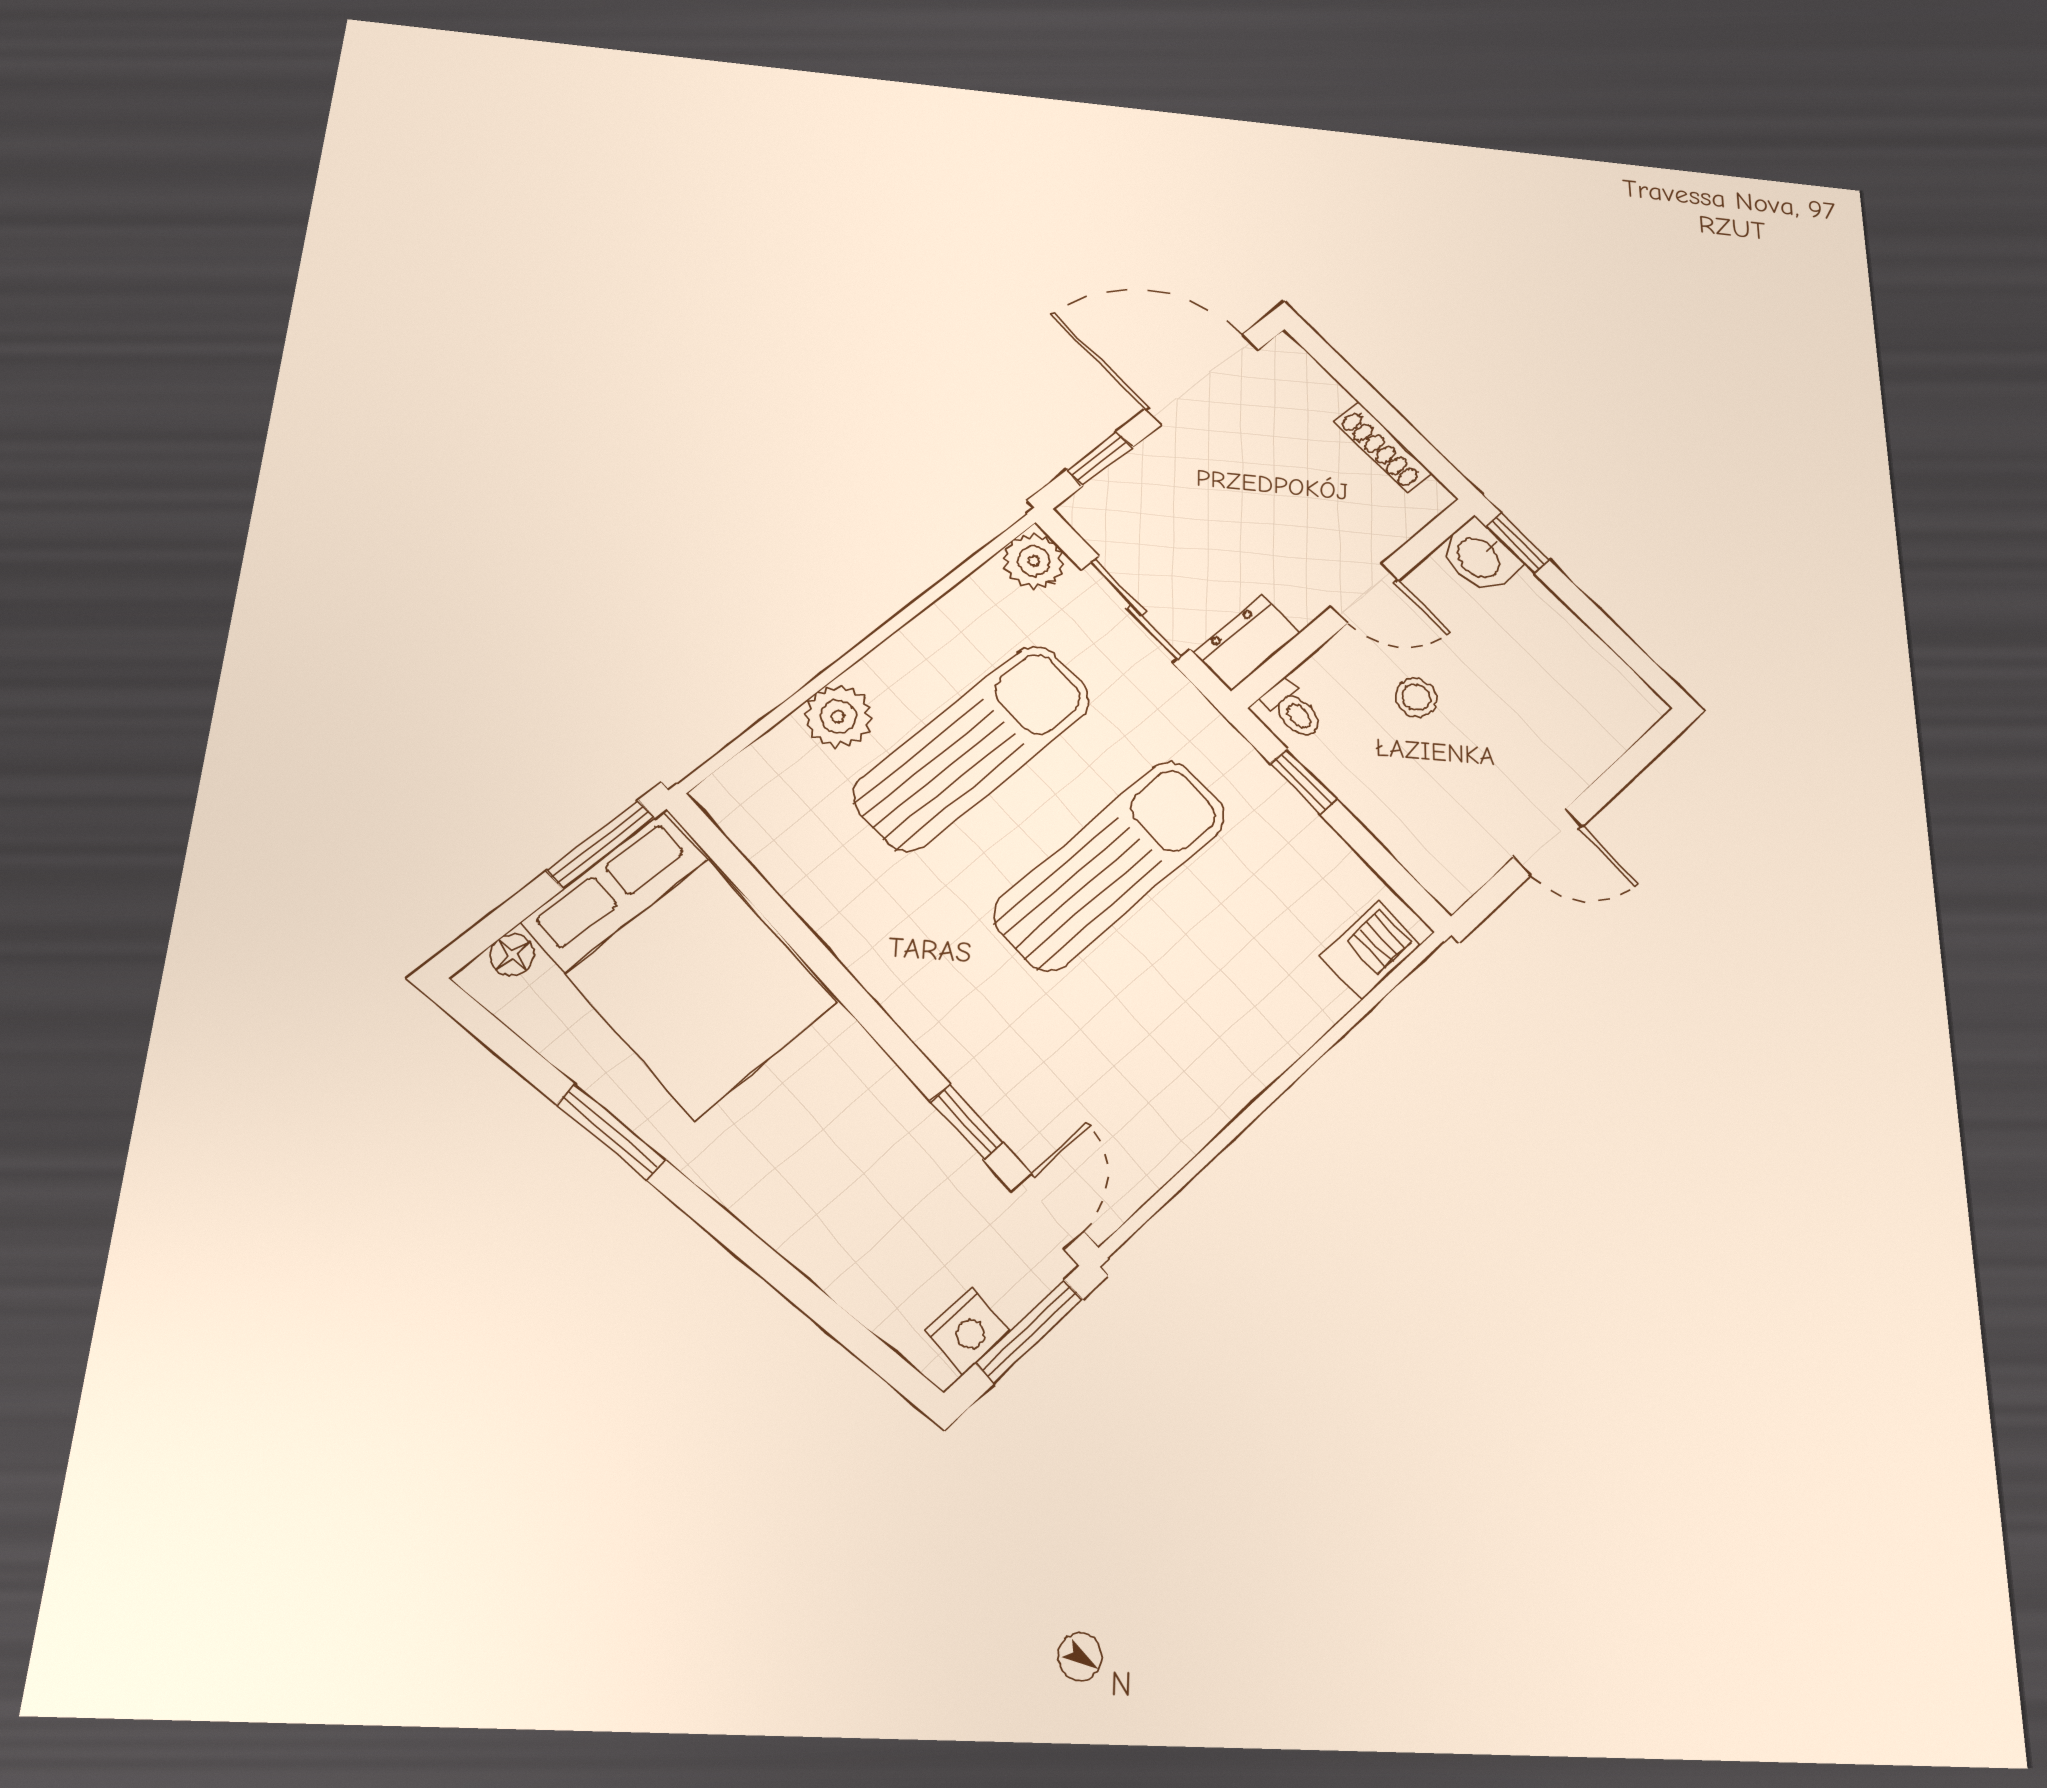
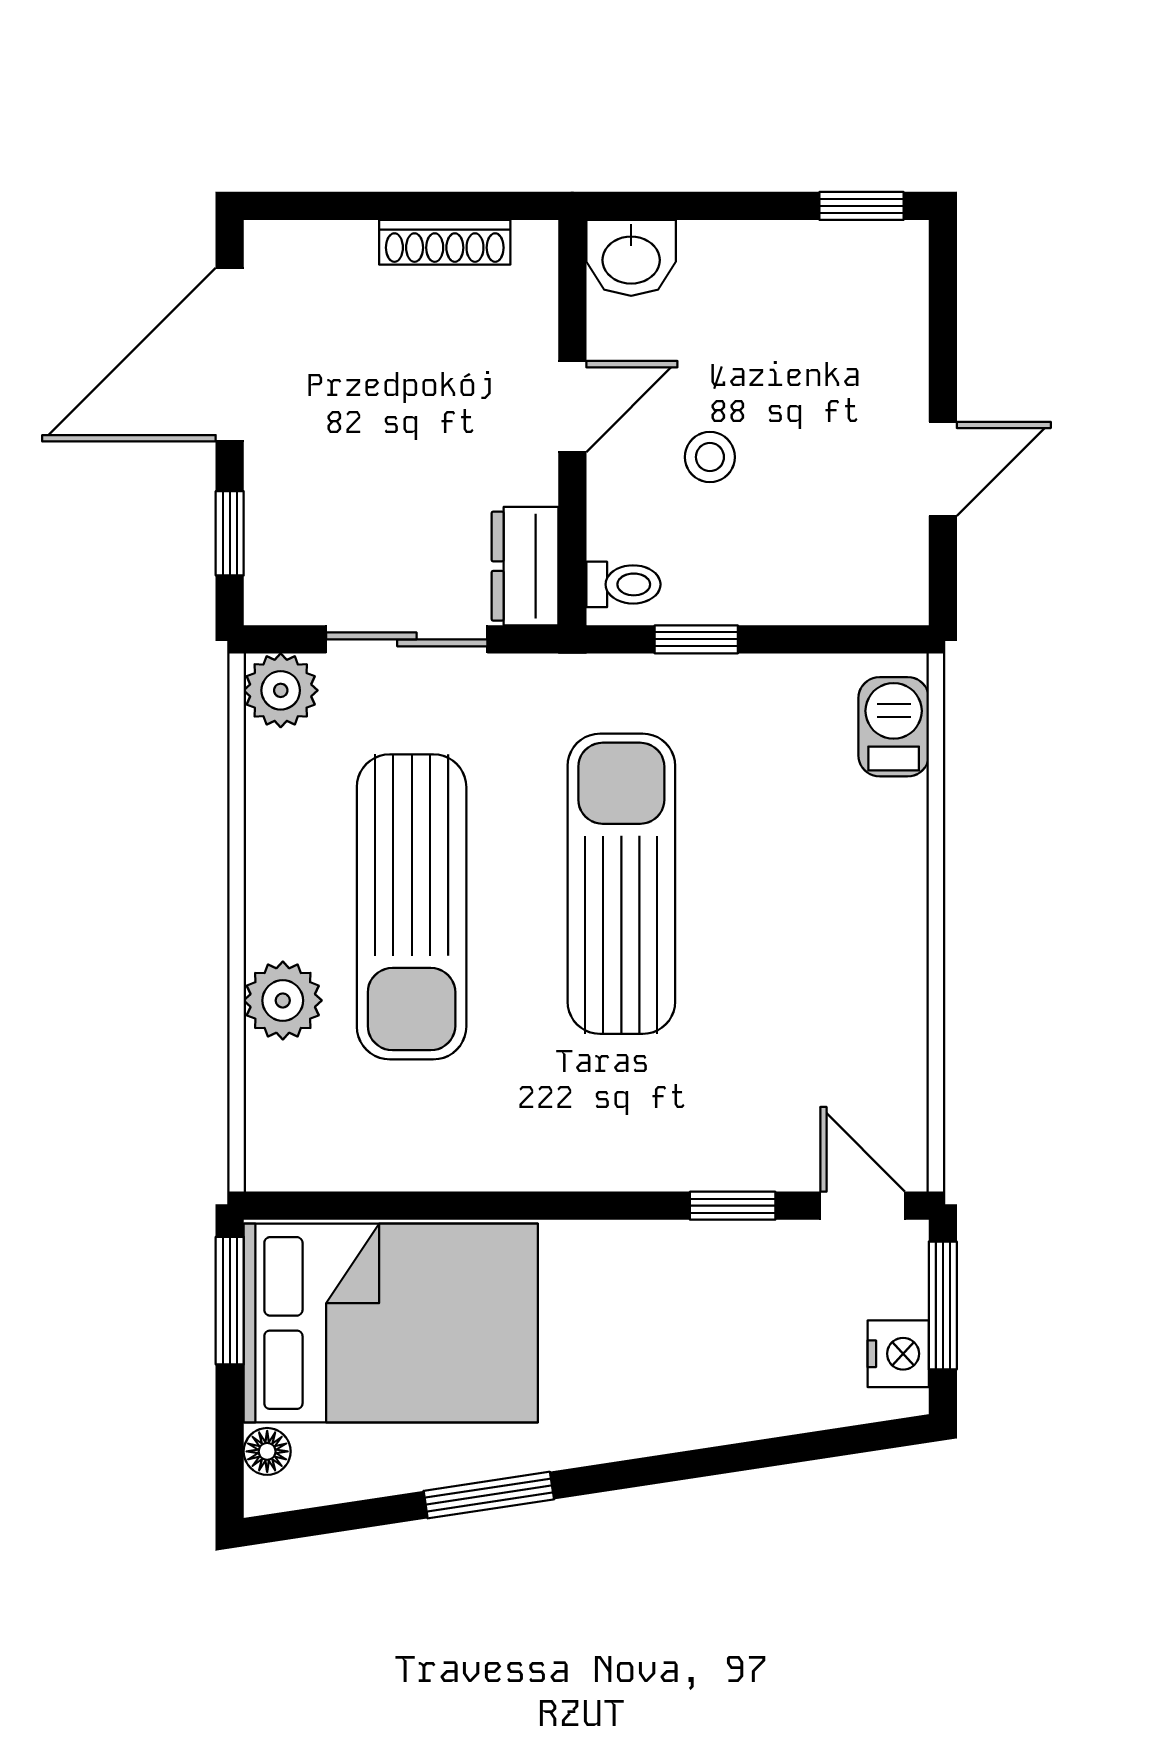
window: (1518, 543) -> (861, 206), moved
sun lounger: (973, 747) -> (412, 907), turned 180

